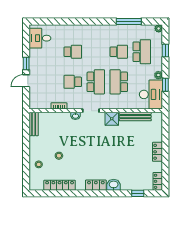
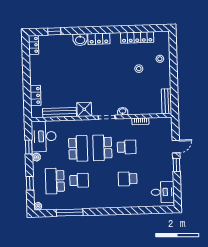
school desk: (119, 52) -> (79, 180), turned 180
locker: (158, 152) -> (35, 95), moved

